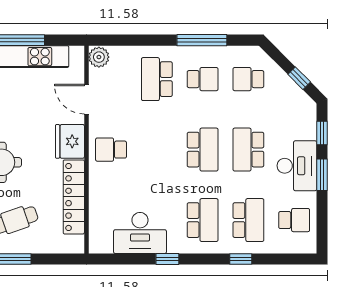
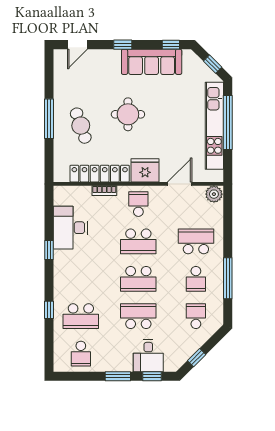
desk: (297, 166) -> (148, 356), moved, width x0.73
bookcase: (95, 191) -> (104, 191), added
school desk: (203, 220) -> (138, 241), moved

